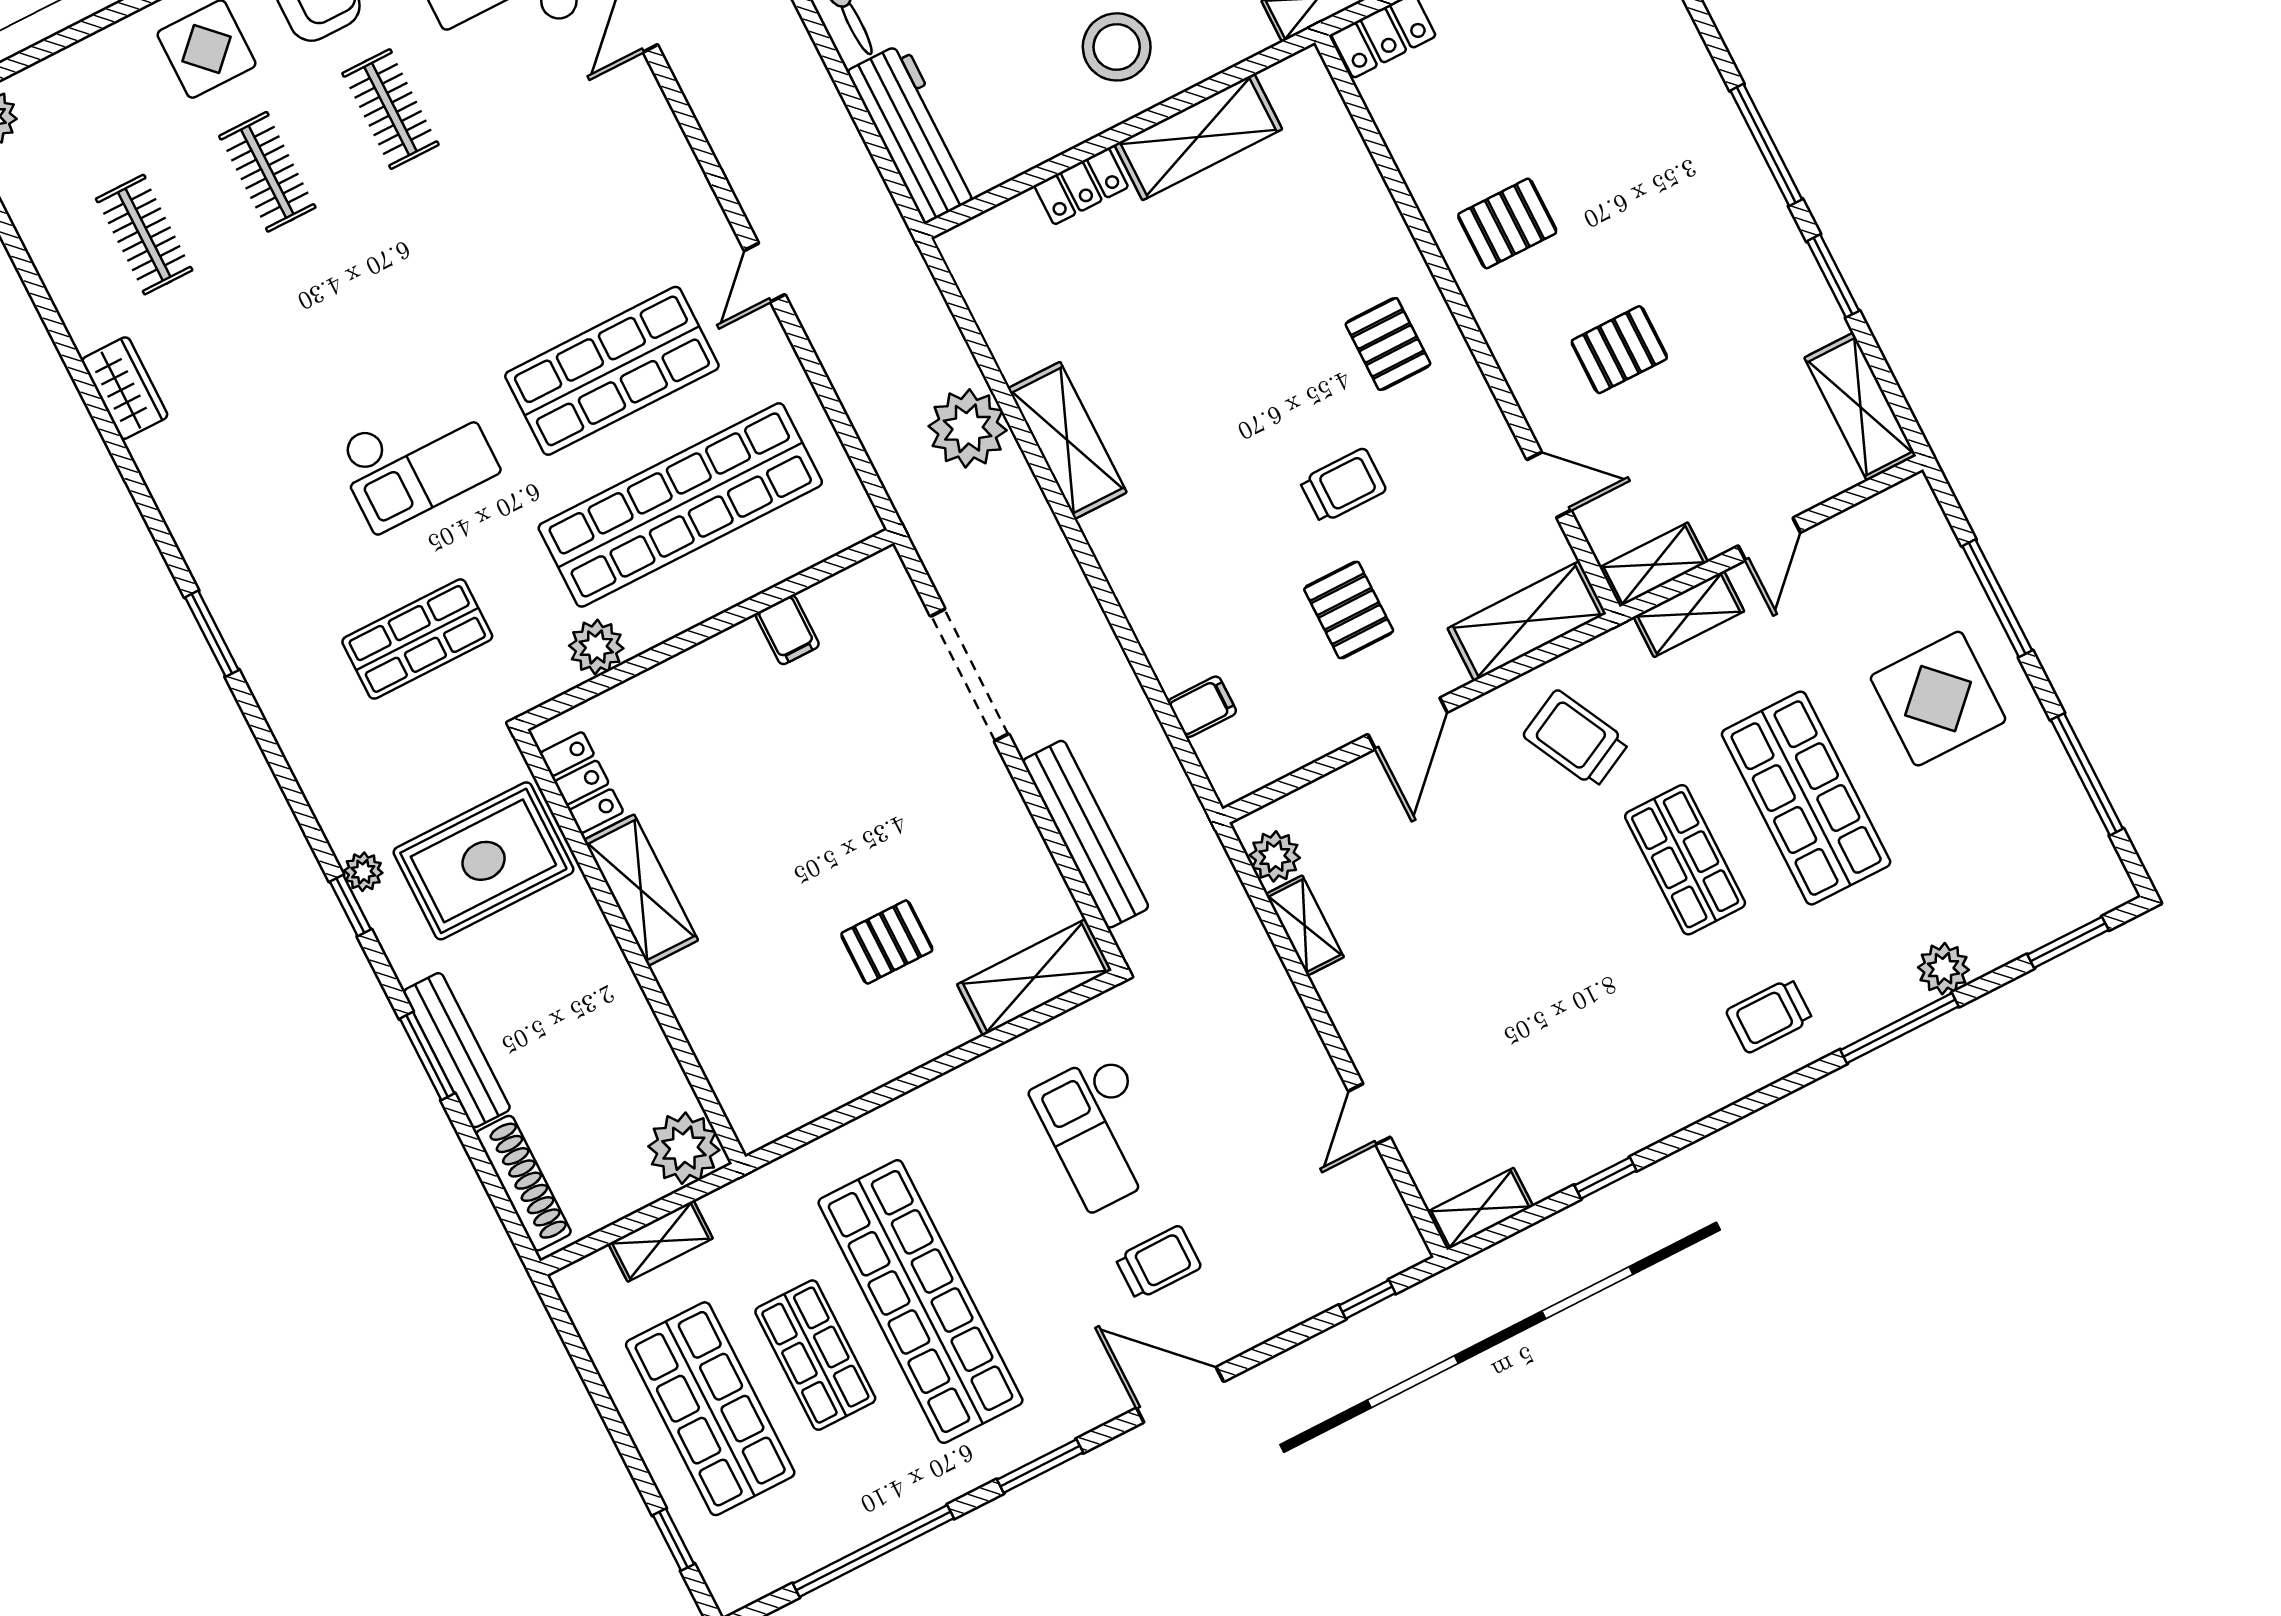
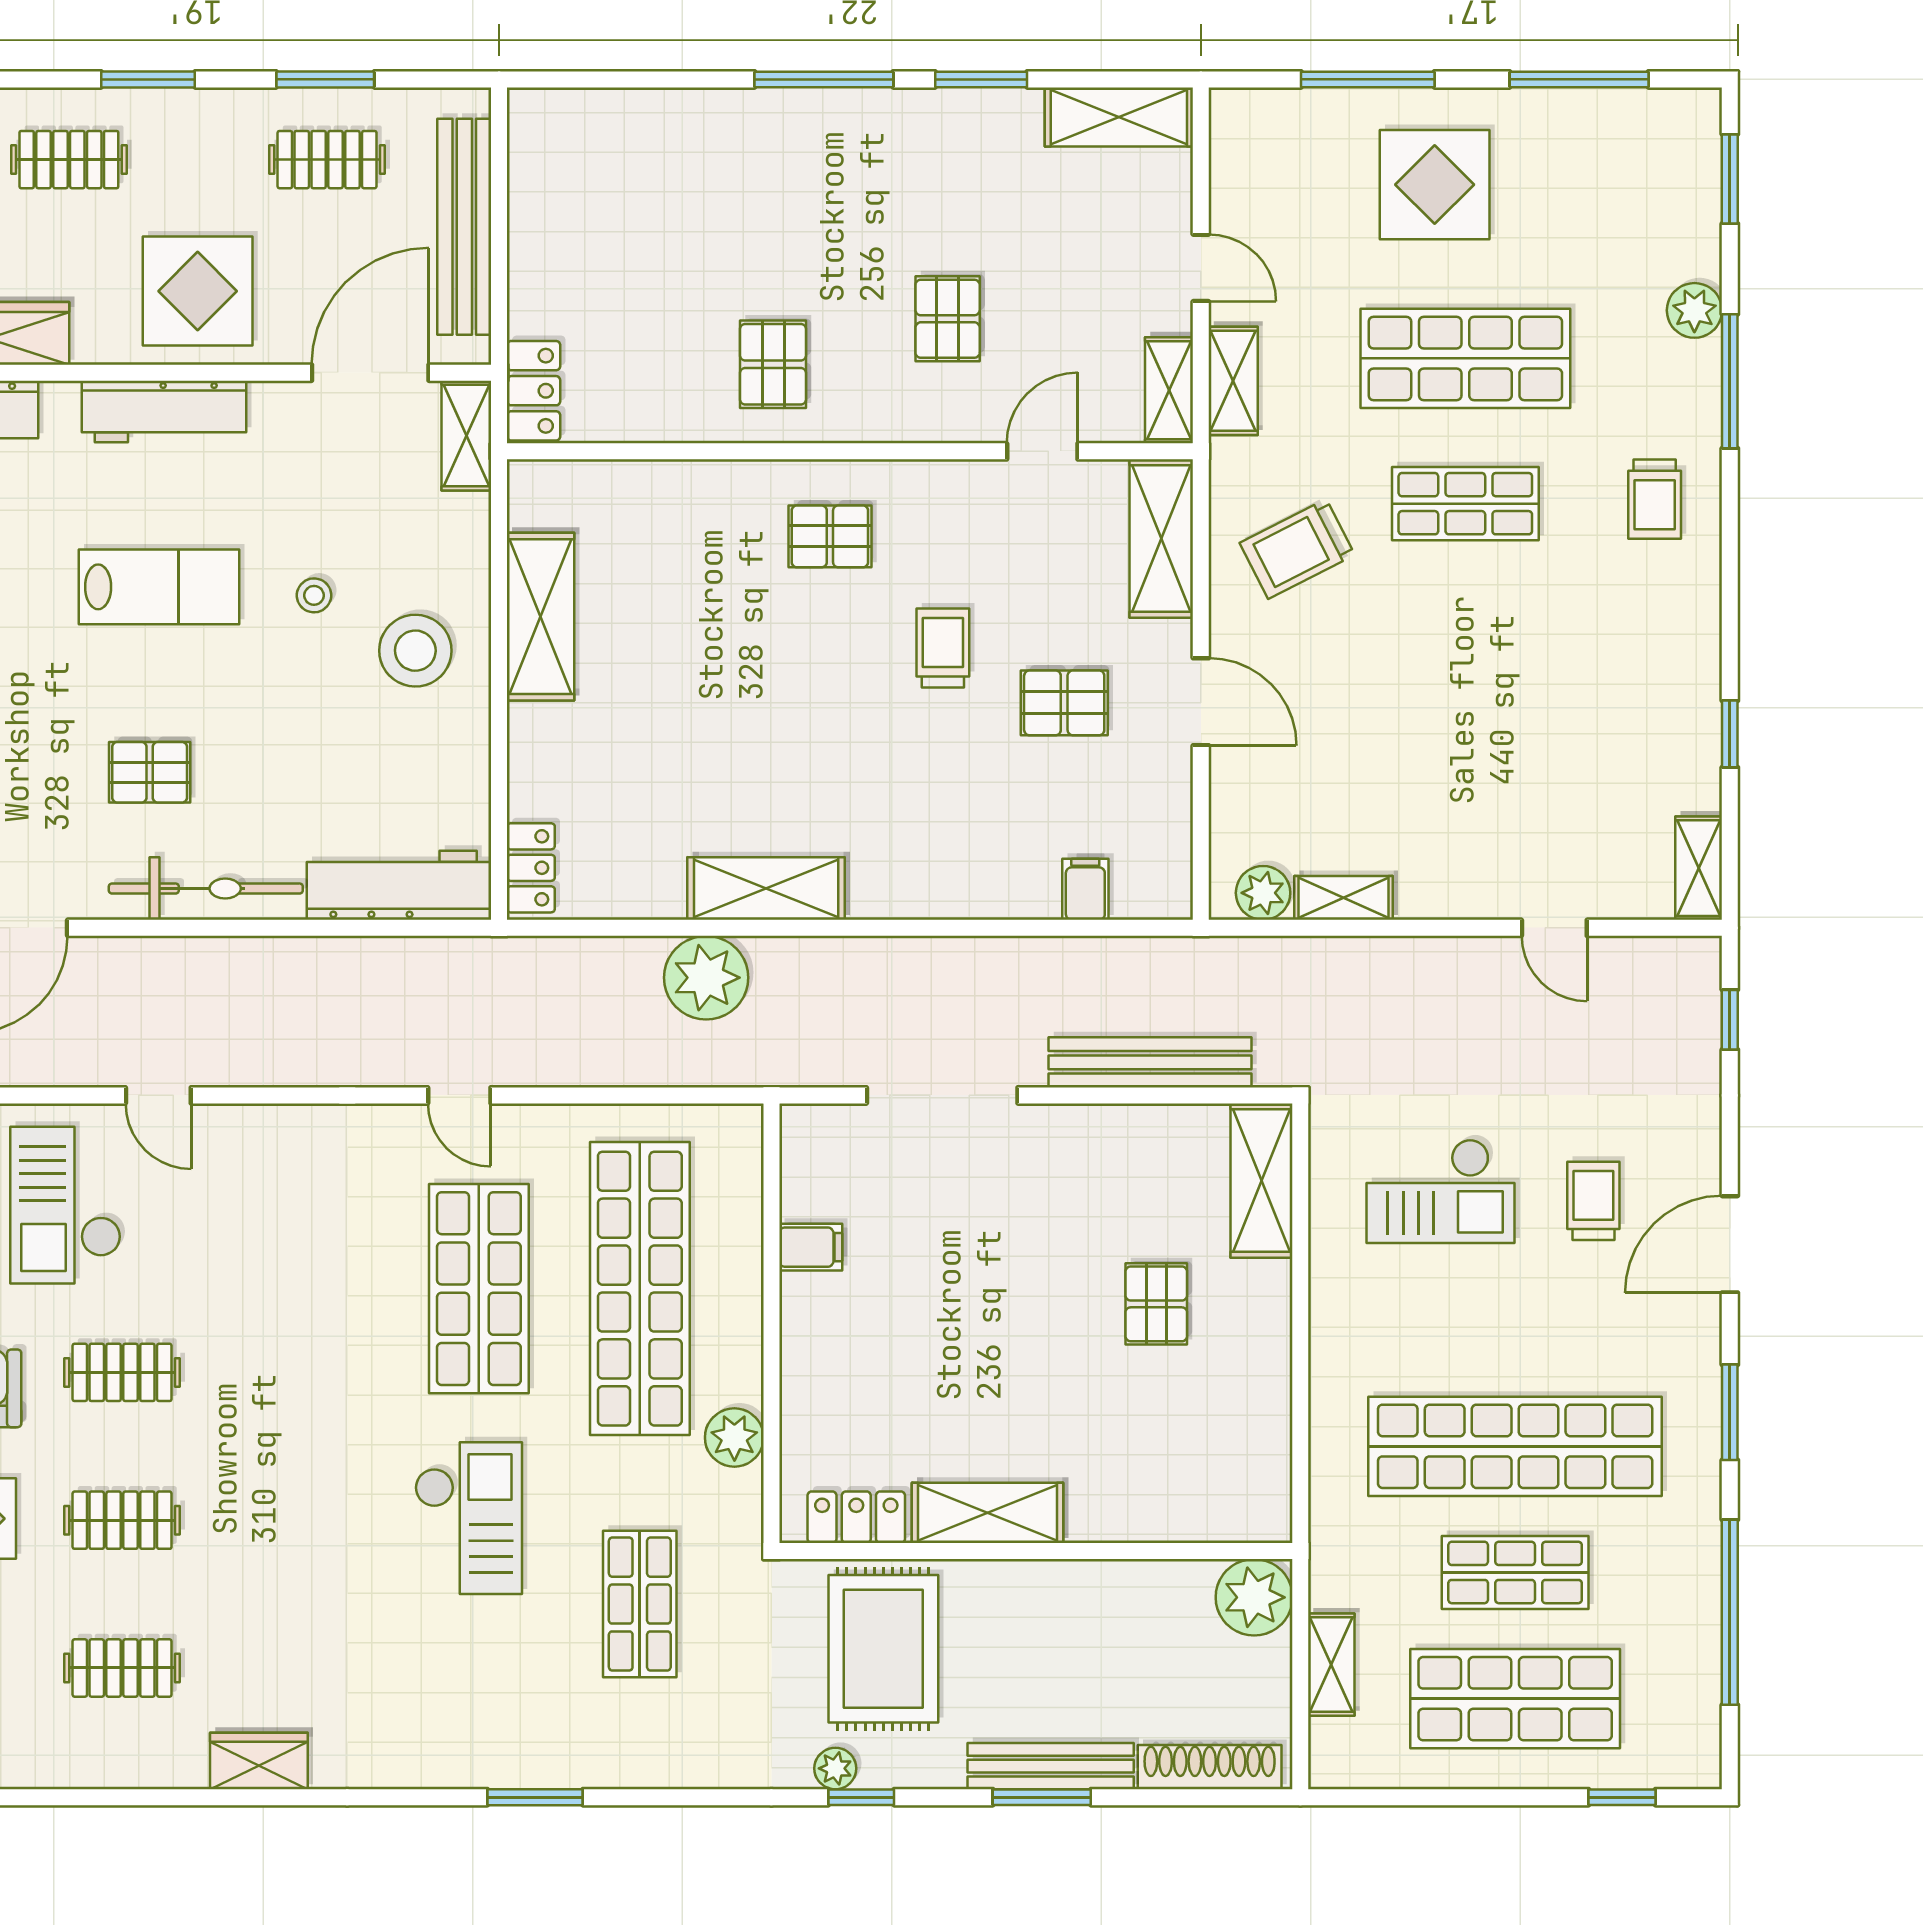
locker: (1081, 186) -> (531, 868), moved

